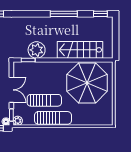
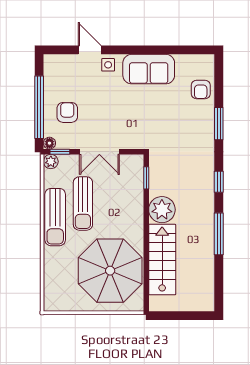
window: (100, 14) -> (219, 182), moved
plant: (37, 50) -> (162, 210), moved

